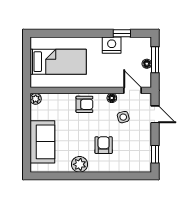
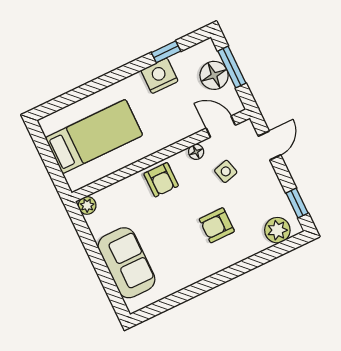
floor lamp: (147, 64) -> (214, 75), width x1.89, depth x1.89
armchair: (84, 104) -> (161, 180), turned 90
door: (155, 114) -> (269, 146), hinge flipped
armchair: (104, 145) -> (217, 225), turned -90
plant: (80, 164) -> (277, 230), moved

